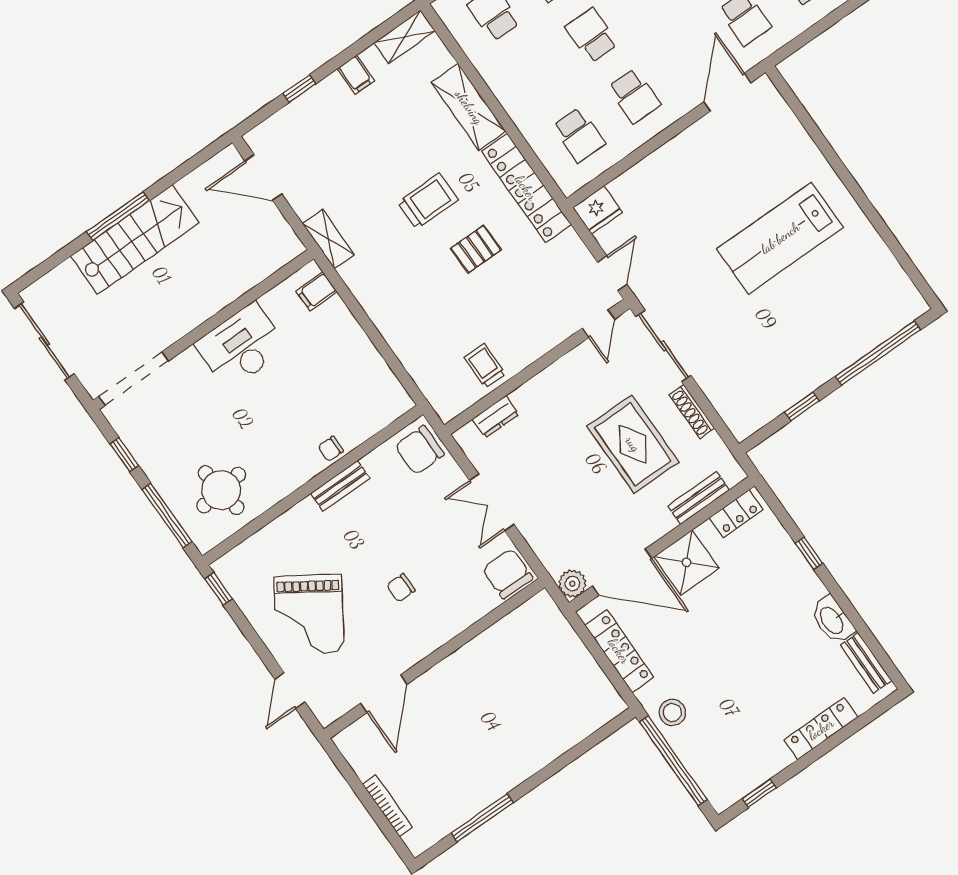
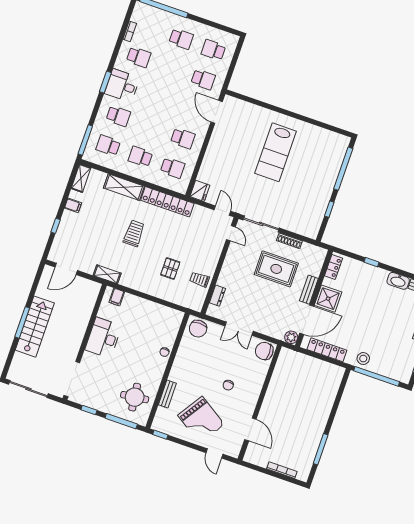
school desk: (592, 35) -> (140, 157), moved
pallet: (476, 249) -> (170, 268), moved
bench: (340, 486) -> (167, 394), moved
bench: (698, 498) -> (309, 290), moved

